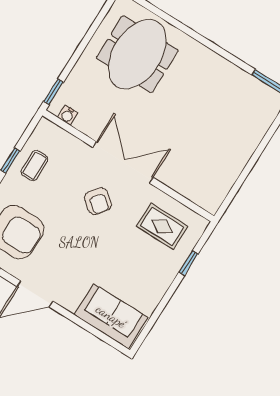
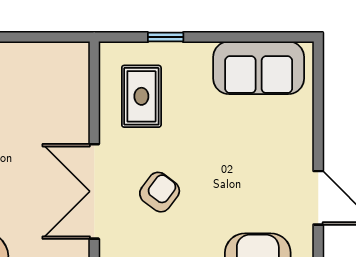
sofa: (111, 316) -> (259, 68), moved, turned -90

